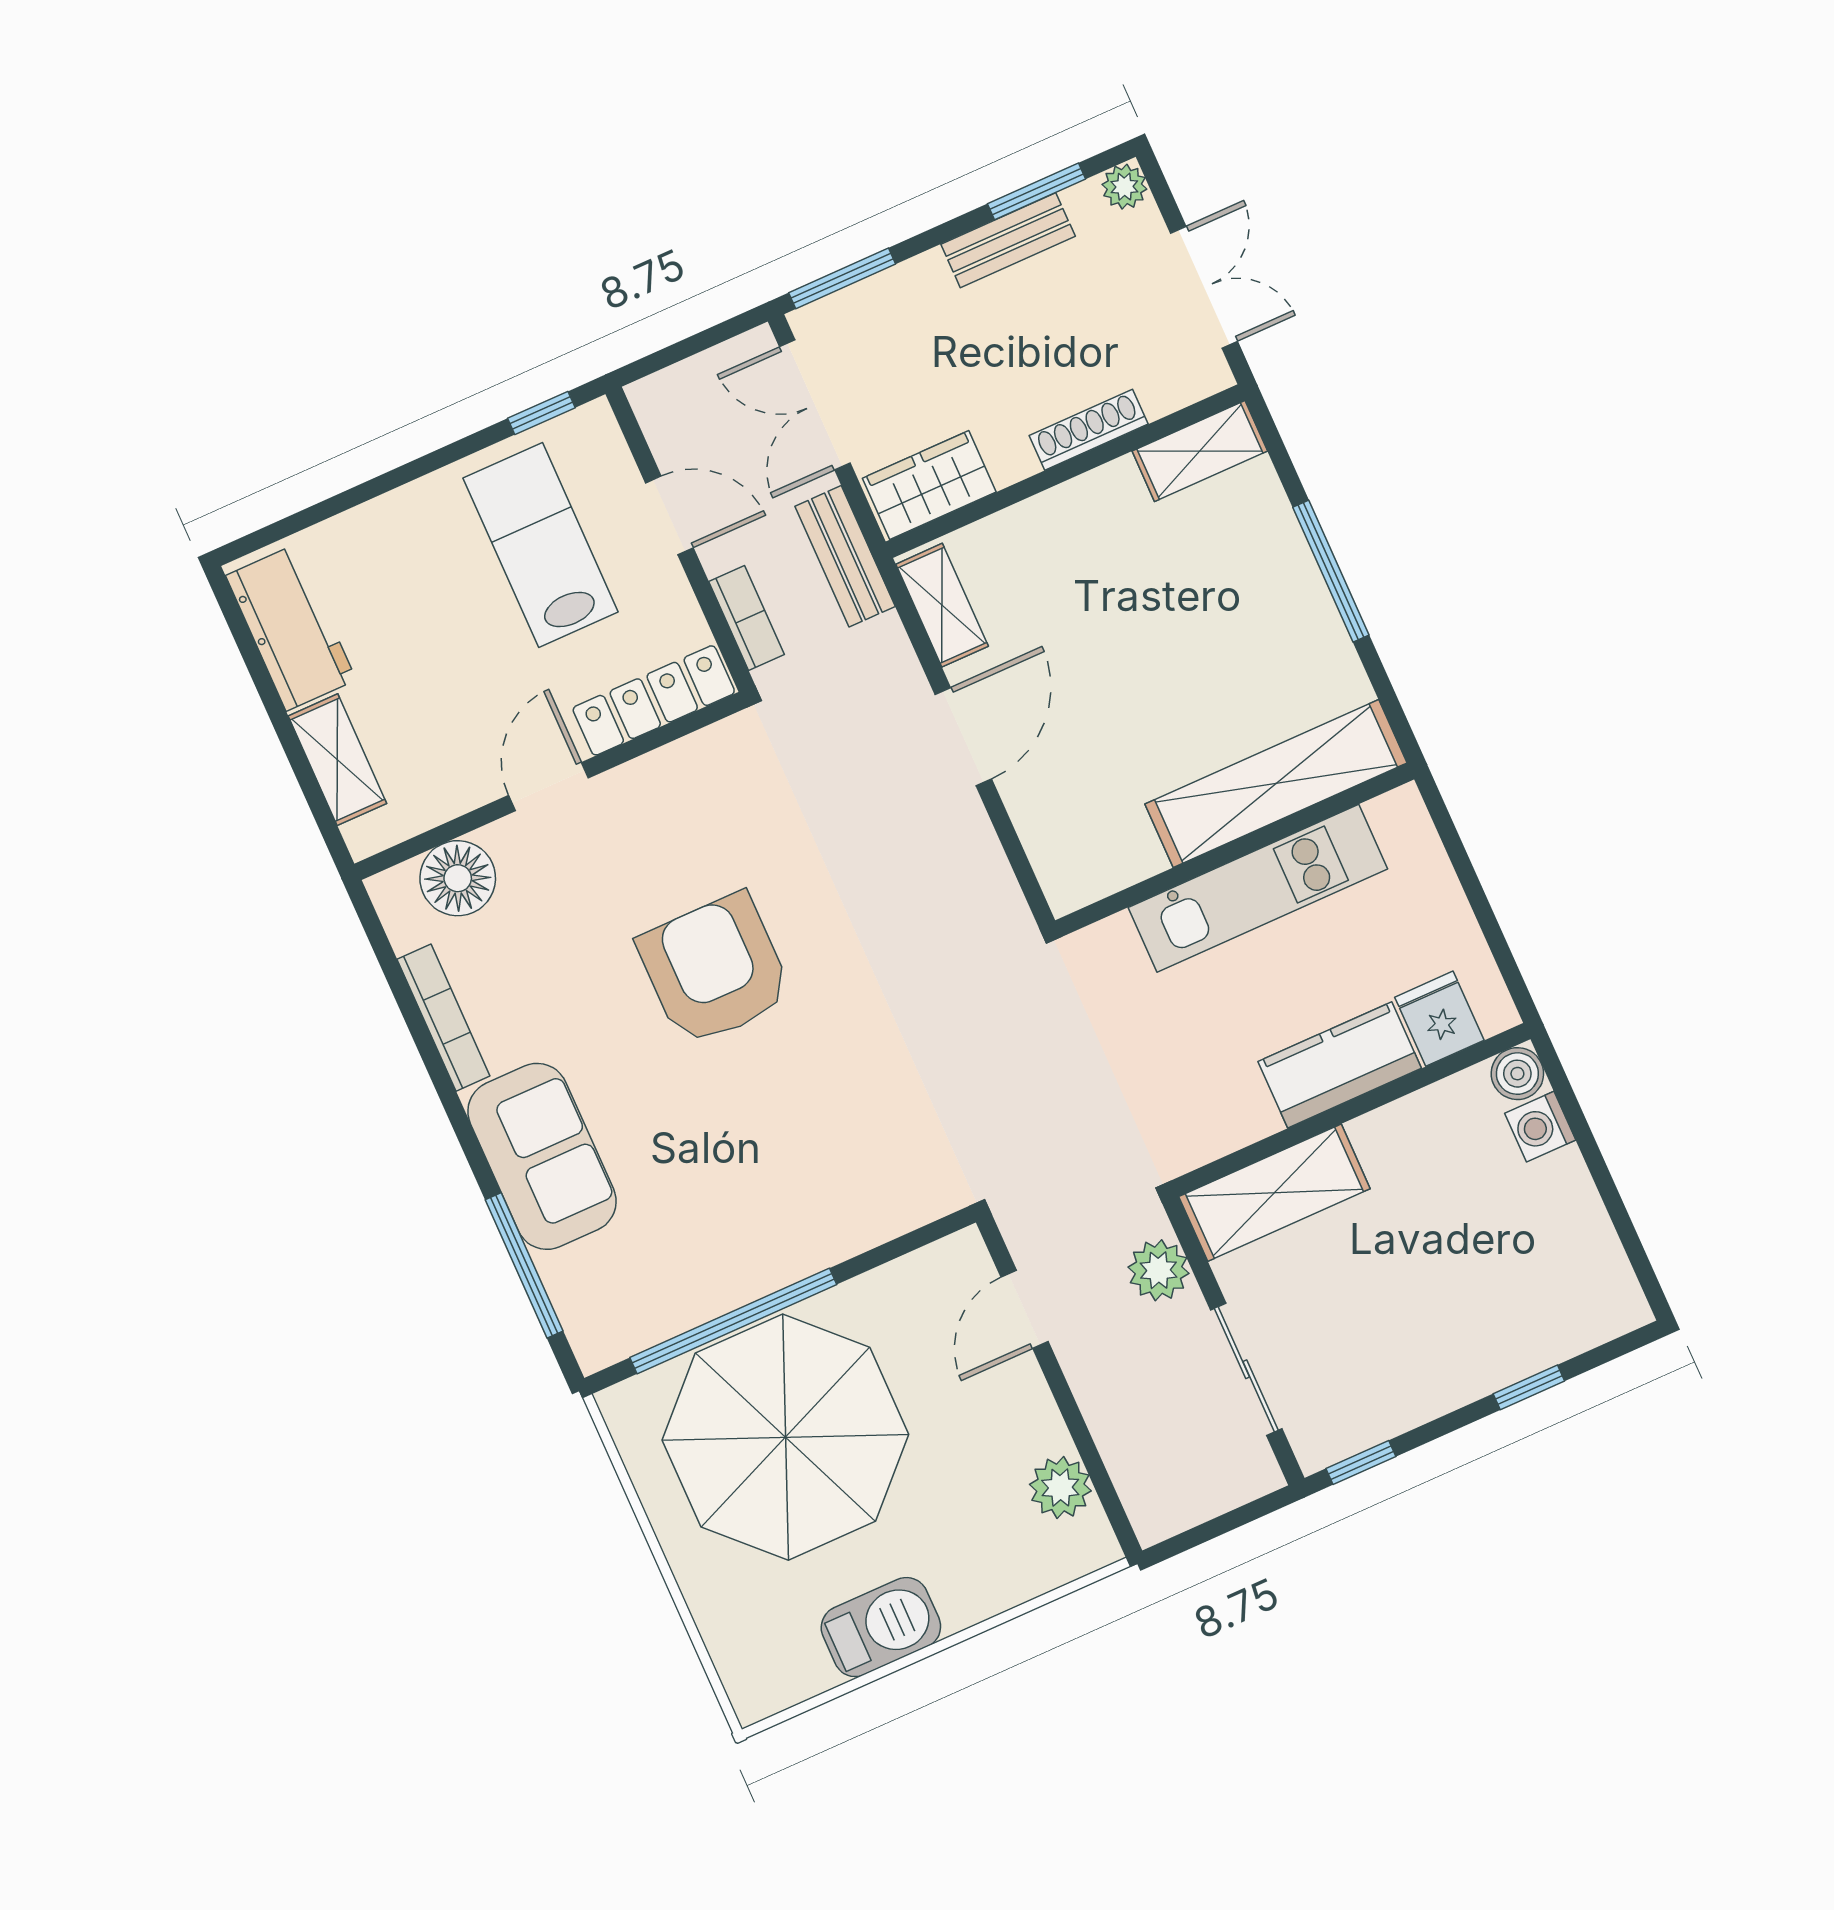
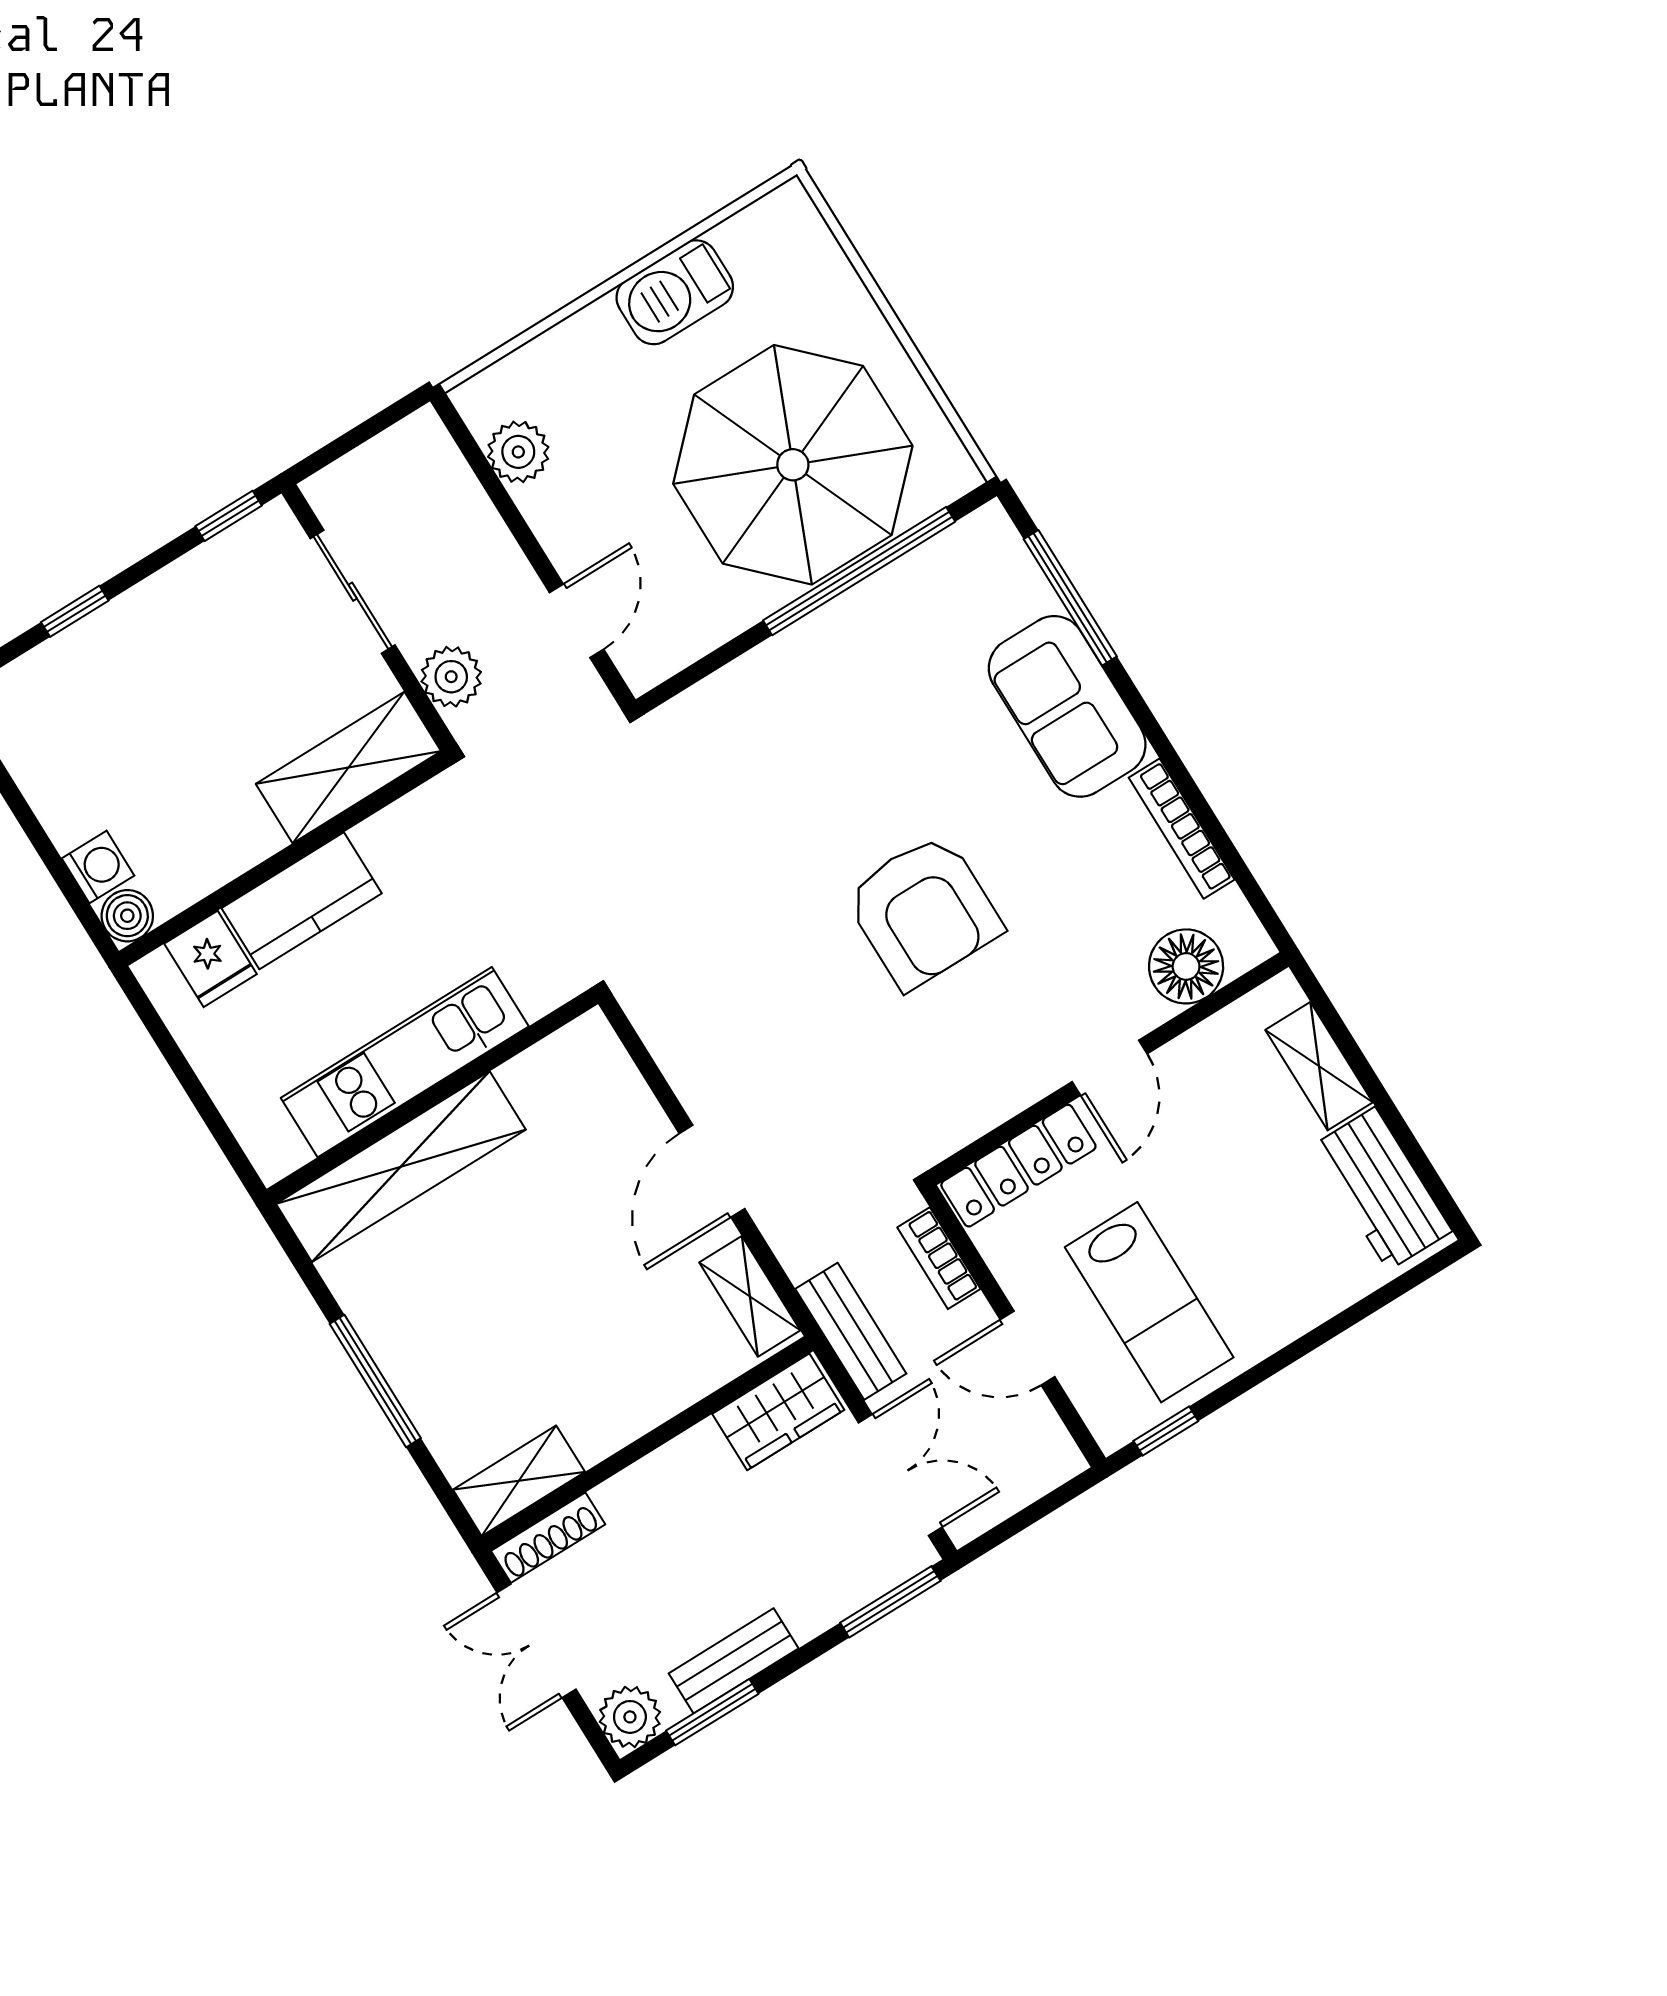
plant: (1124, 187) -> (630, 1717), width x1.38, depth x1.38
shoe rack: (1089, 430) -> (548, 1538), moved

